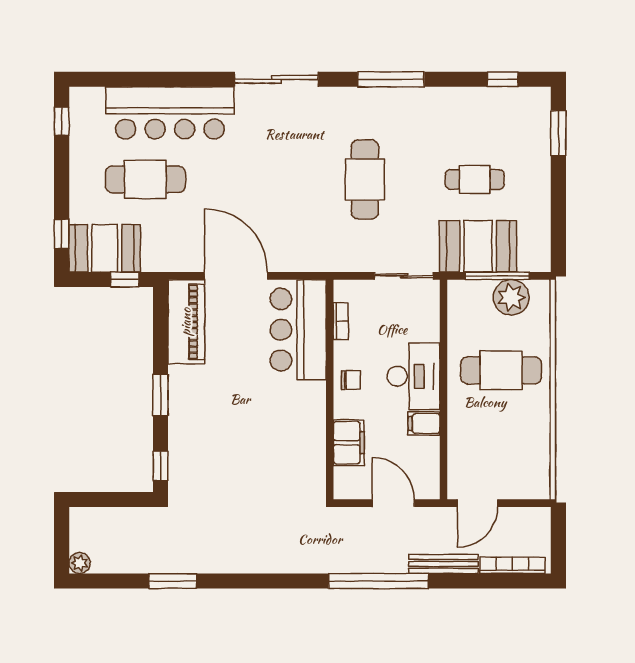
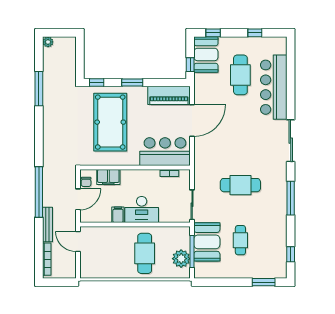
window: (62, 121) -> (255, 33), moved
chair: (351, 380) -> (86, 182), moved
pool table: (239, 439) -> (110, 122), added
window: (173, 581) -> (39, 89), width x1.44

